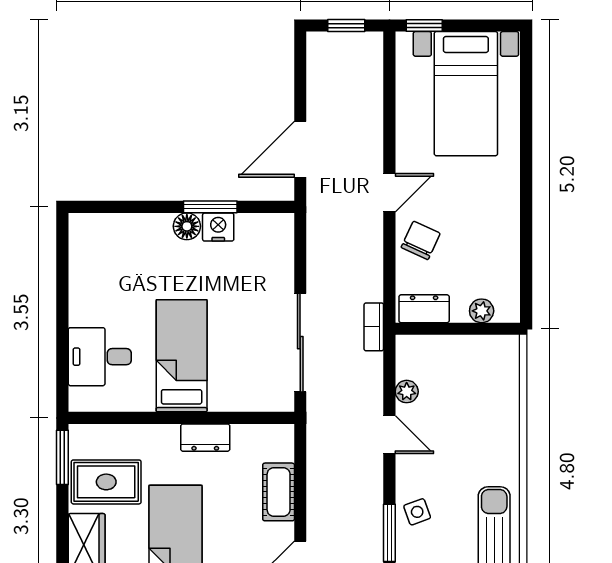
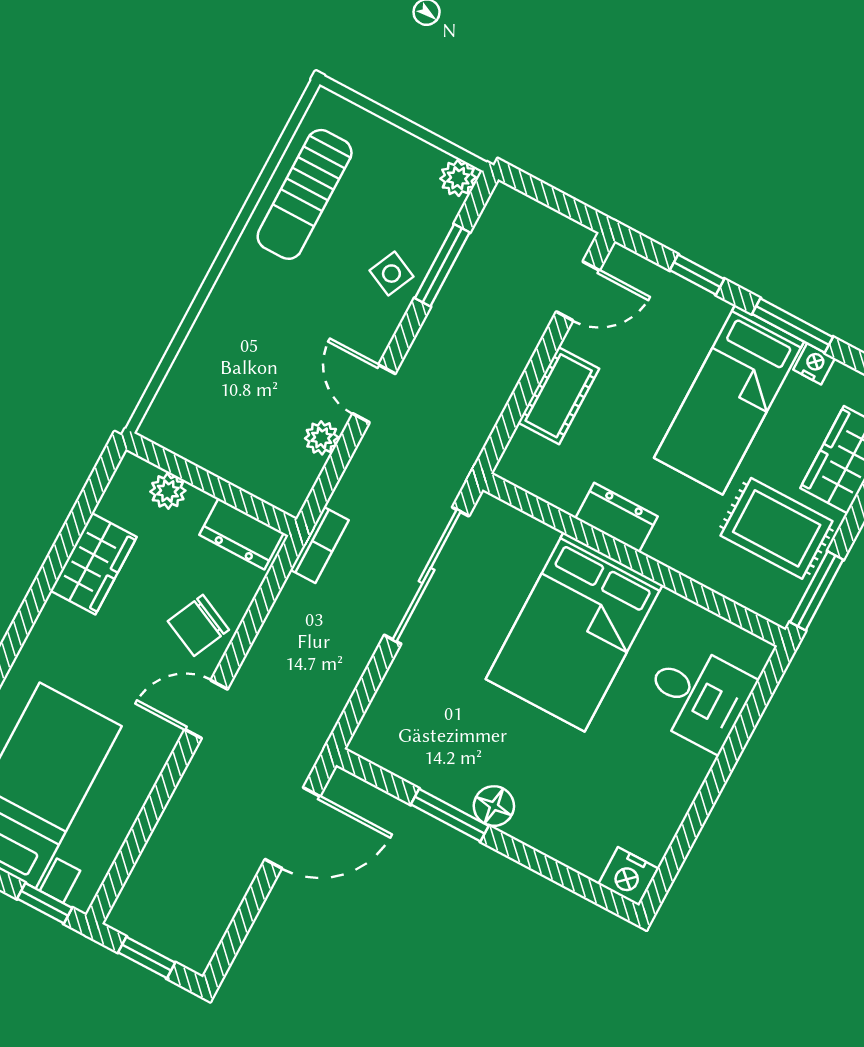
nightstand: (218, 227) -> (628, 876), moved
wardrobe: (503, 244) -> (94, 564), added
bed: (182, 356) -> (574, 632), width x1.50
side table: (417, 512) -> (391, 274), turned 45

